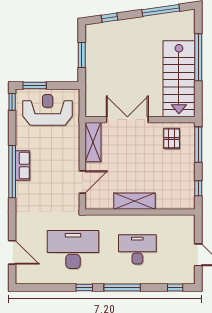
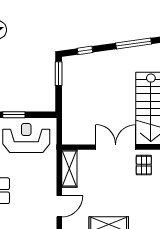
window: (82, 55) -> (59, 74), moved
double door: (127, 120) -> (116, 147), moved

